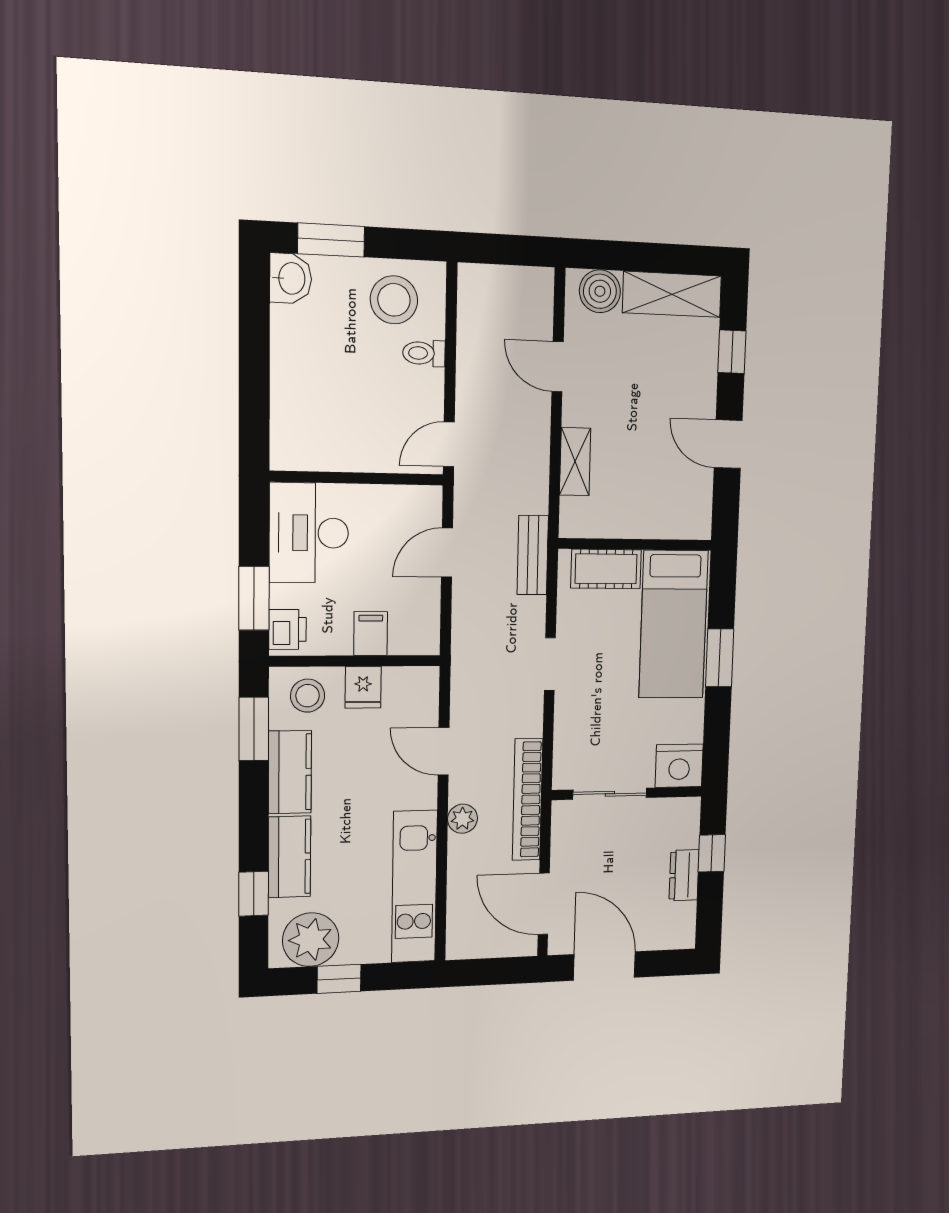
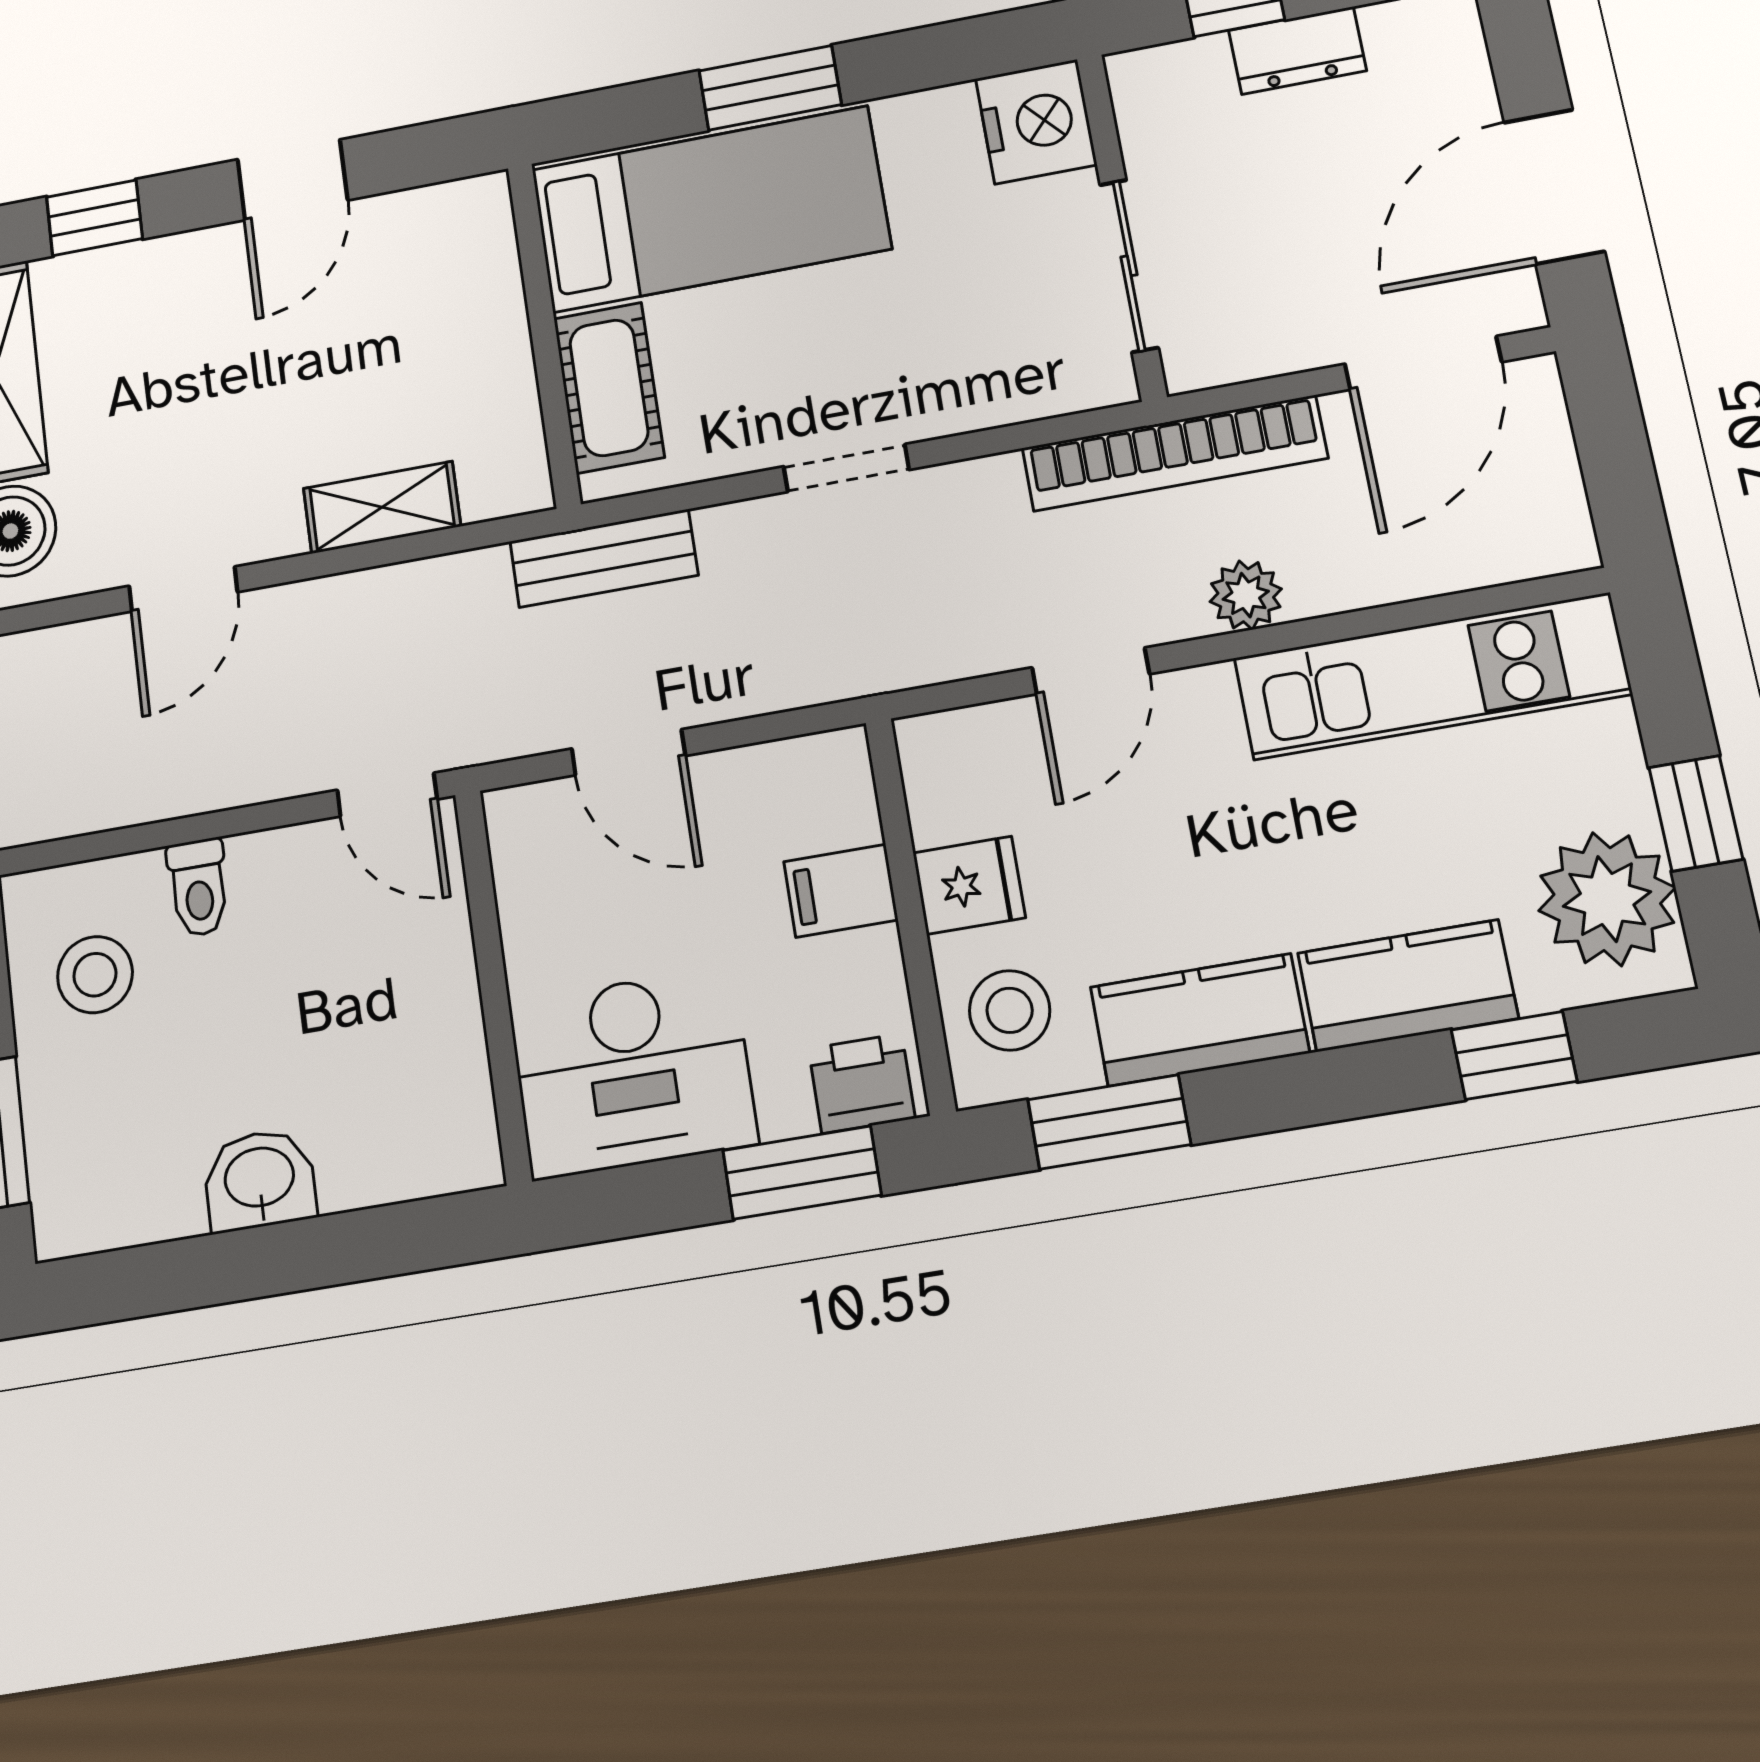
washbasin: (291, 278) -> (260, 1180), moved
stool: (394, 300) -> (95, 975), width x0.73, depth x0.73

